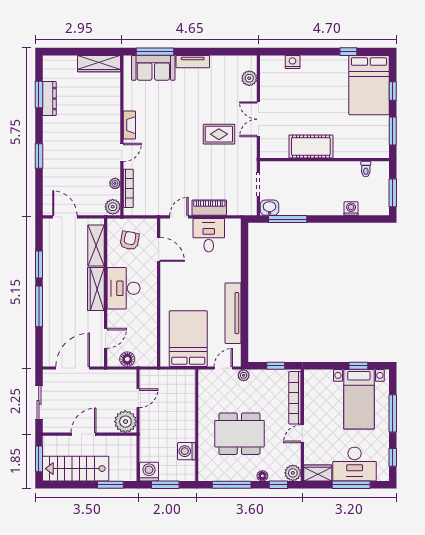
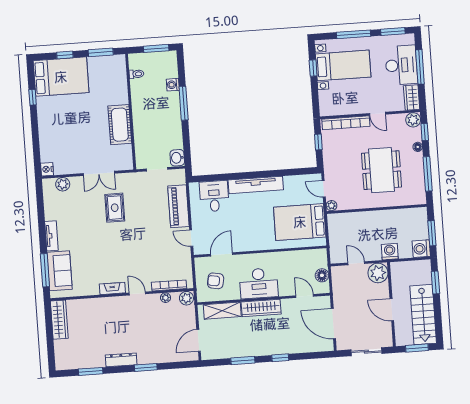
nightstand: (293, 62) -> (47, 169), moved
dresser: (49, 99) -> (121, 360), moved
piano: (209, 208) -> (178, 206), width x1.37, depth x1.33
window: (288, 219) -> (184, 103), moved
desk: (209, 235) -> (214, 196), moved, turned 90
window: (39, 306) -> (280, 358), width x0.46
tv unit: (233, 313) -> (256, 185), moved
plant: (244, 375) -> (331, 206), moved
washing machine: (186, 451) -> (390, 252), moved, turned 180
window: (393, 457) -> (393, 31), width x1.50

